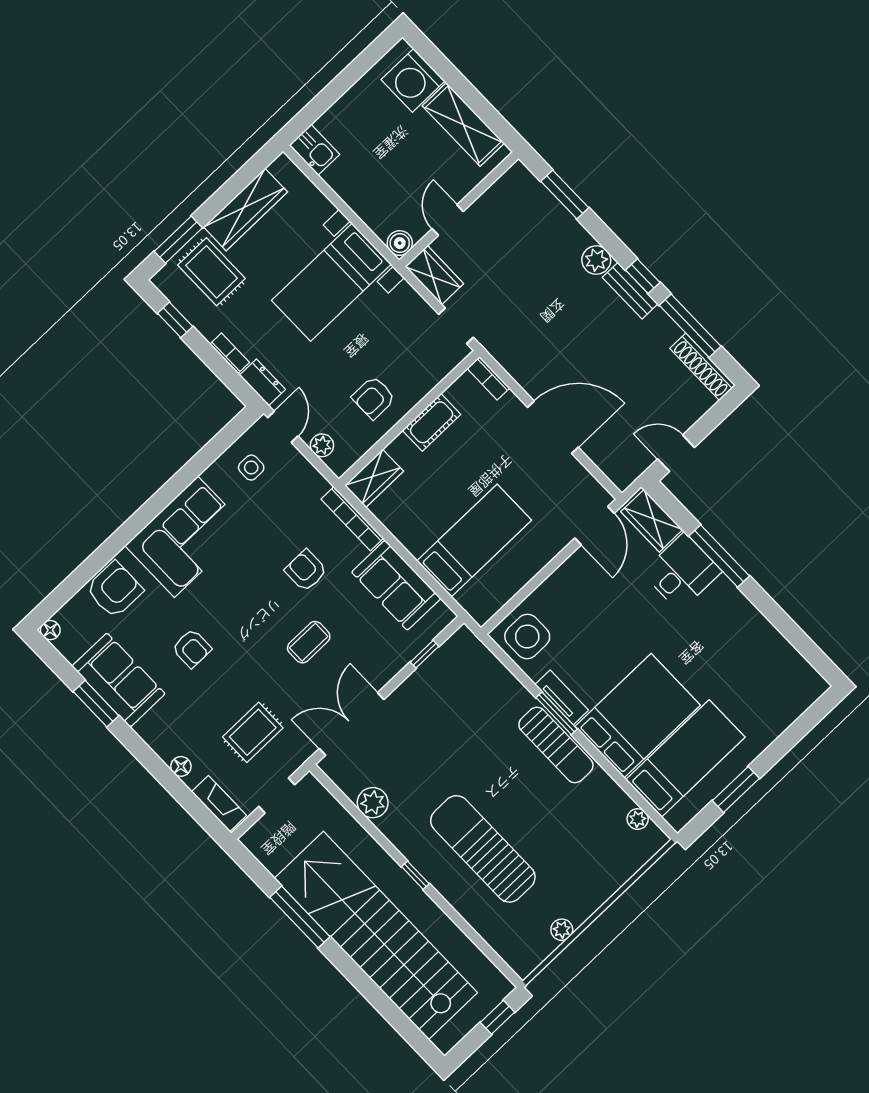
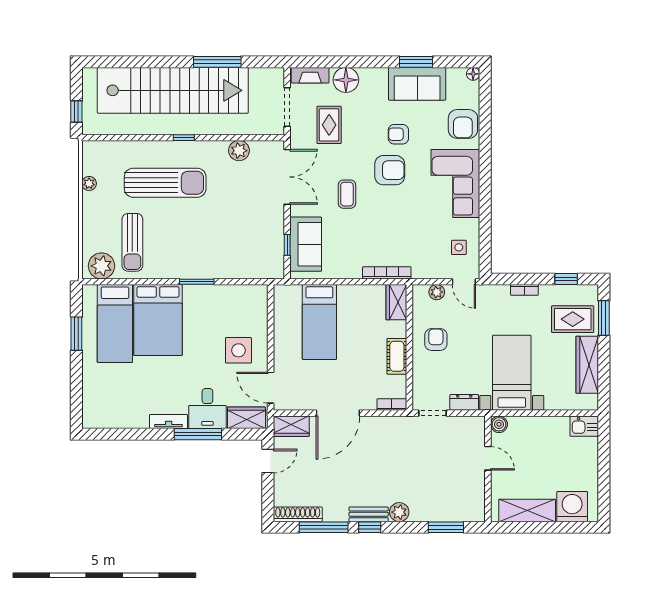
wardrobe: (434, 275) -> (291, 426), moved
dresser: (262, 382) -> (464, 402), moved, turned 180
armchair: (306, 571) -> (390, 170), moved, width x1.38, depth x1.38
sofa: (396, 585) -> (306, 244), moved, turned 90
side table: (527, 637) -> (238, 350), moved
tv unit: (562, 697) -> (169, 422), moved, turned 180
sun lounger: (556, 745) -> (132, 242), moved, turned -90
floor lamp: (181, 766) -> (346, 80), width x1.89, depth x1.89
doorway: (277, 796) -> (287, 107), width x1.38
plant: (638, 819) -> (101, 266), width x1.88, depth x1.88

